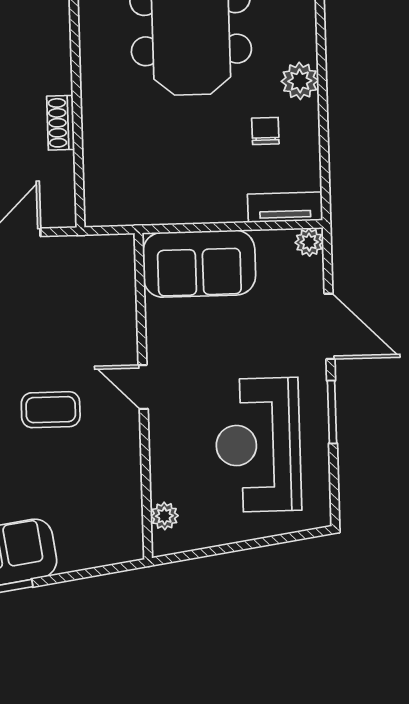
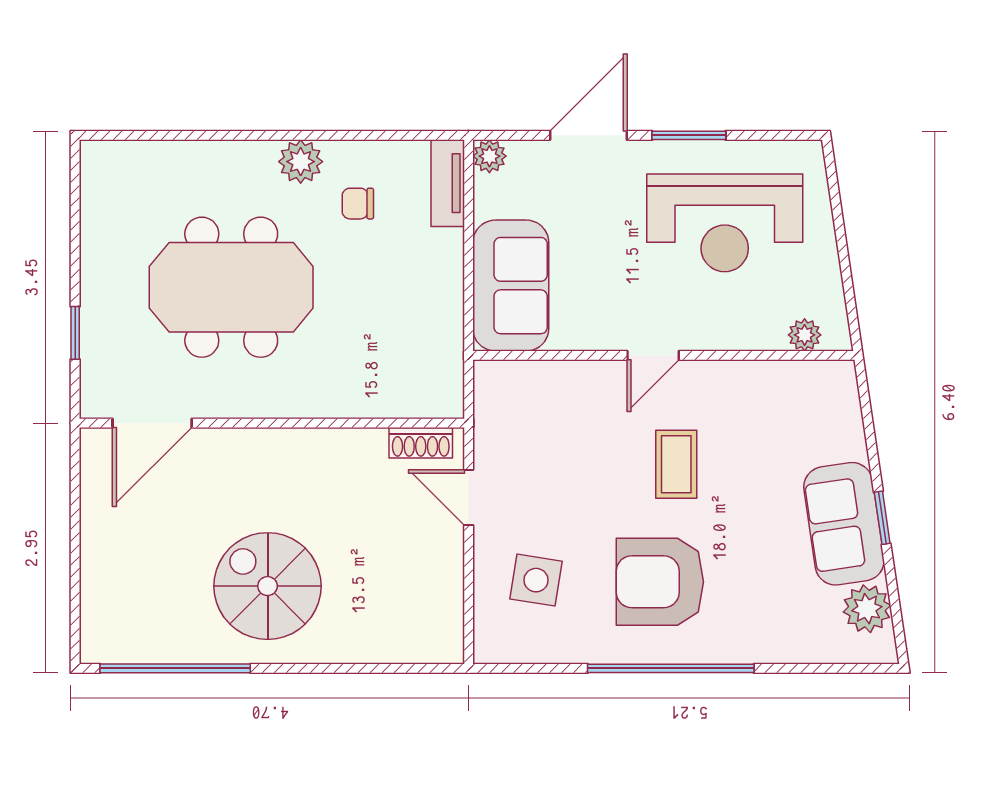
shoe rack: (61, 123) -> (421, 443), moved

